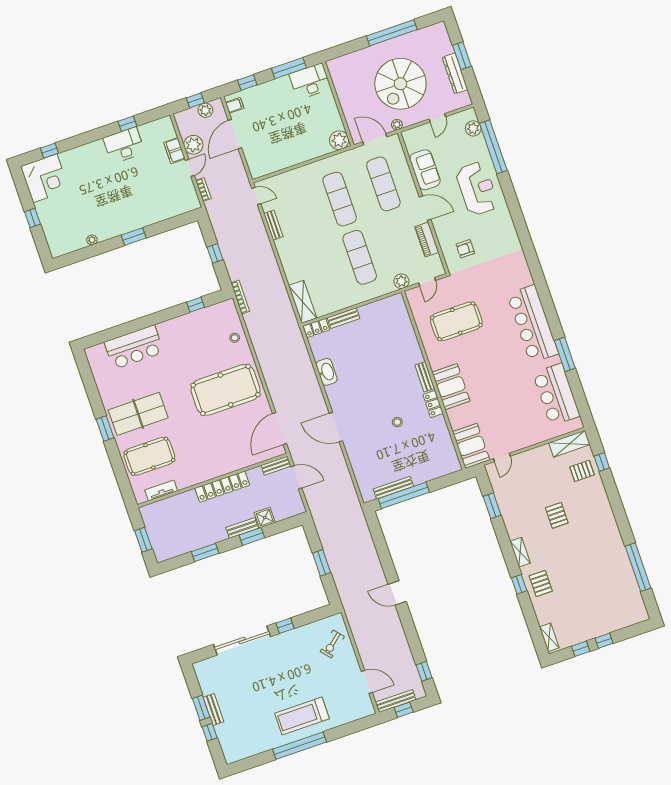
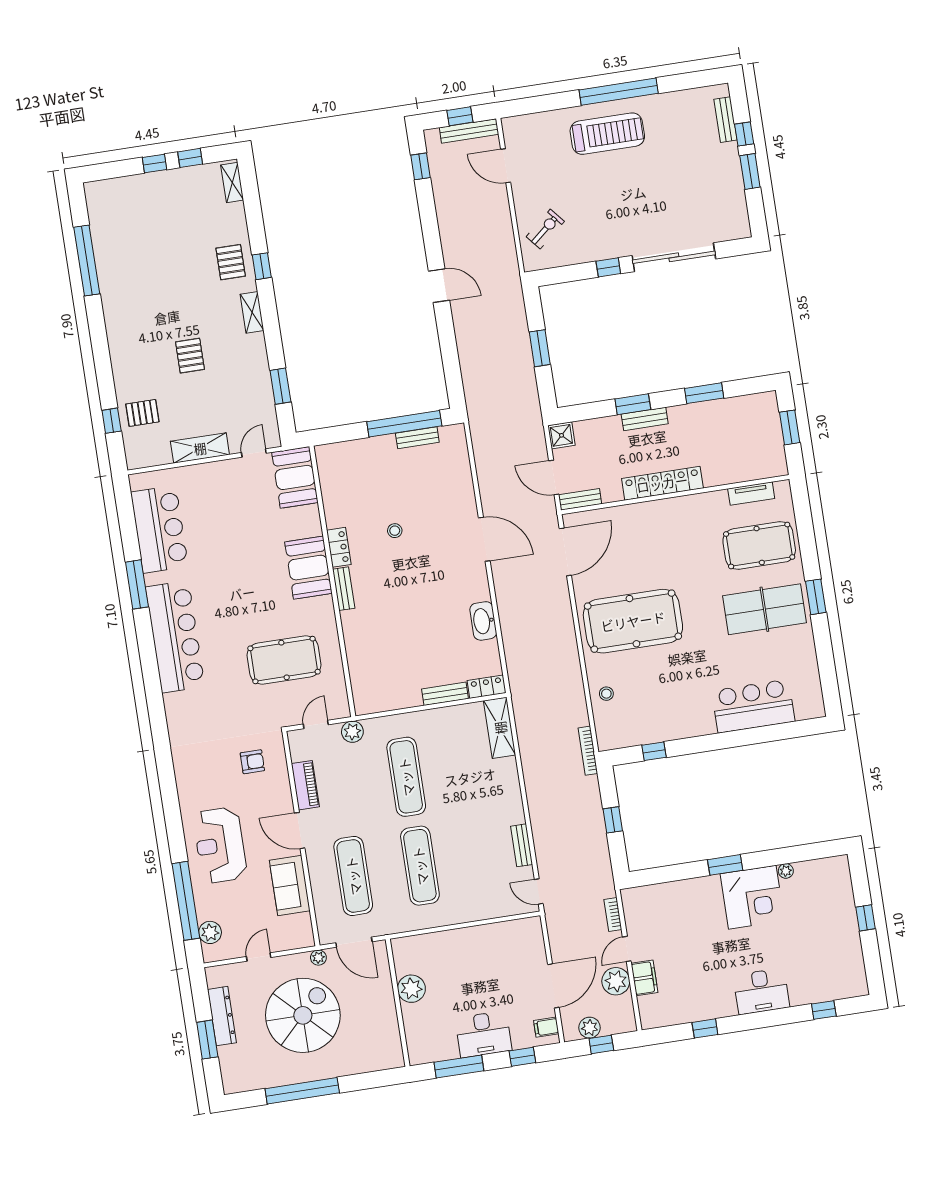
desk: (310, 81) -> (483, 1034), moved
plant: (339, 140) -> (411, 989), moved
desk: (124, 145) -> (761, 991), moved
corner desk: (45, 178) -> (752, 897), moved, turned 180
shelving: (569, 444) -> (200, 448), moved
bench: (393, 488) -> (417, 438), width x0.73
shower: (265, 518) -> (561, 435), moved
bench: (214, 709) -> (725, 120), moved

